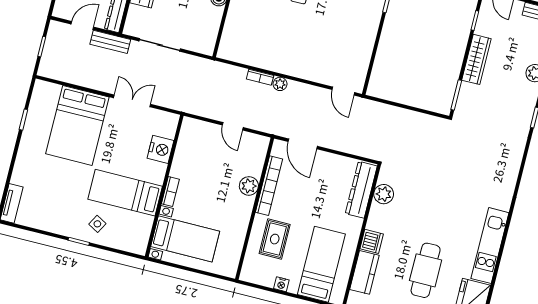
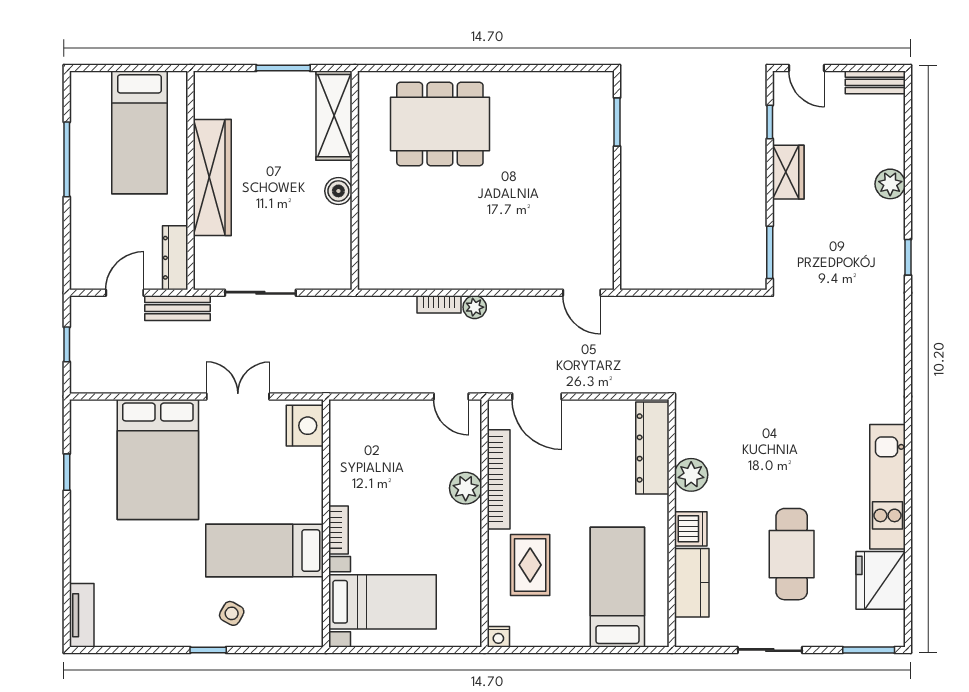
wardrobe: (476, 59) -> (788, 172), width x0.67
door: (233, 126) -> (451, 397), moved
nightstand: (160, 149) -> (305, 426), moved
plant: (384, 194) -> (691, 475), moved
nightstand: (281, 284) -> (498, 637), moved

